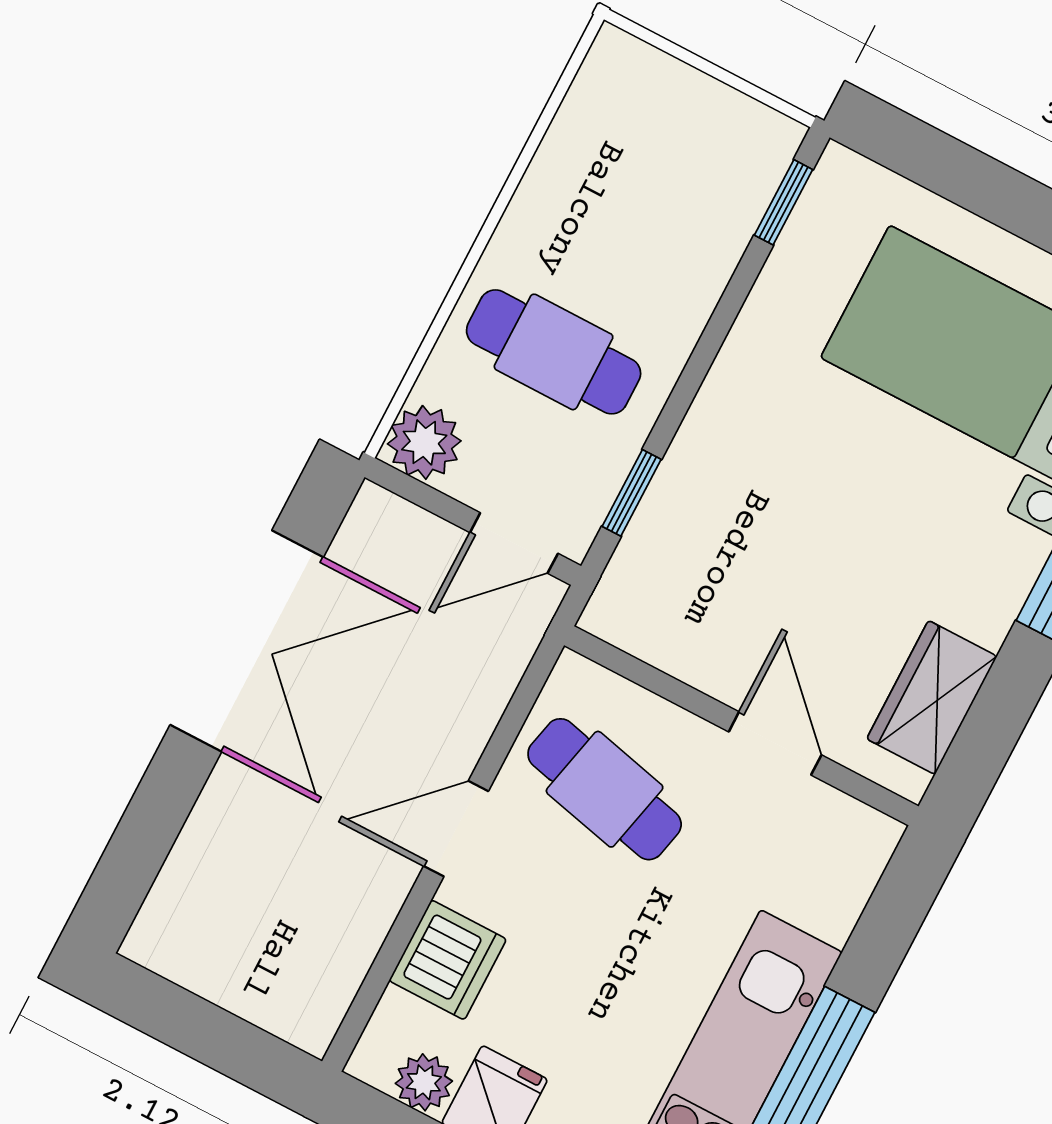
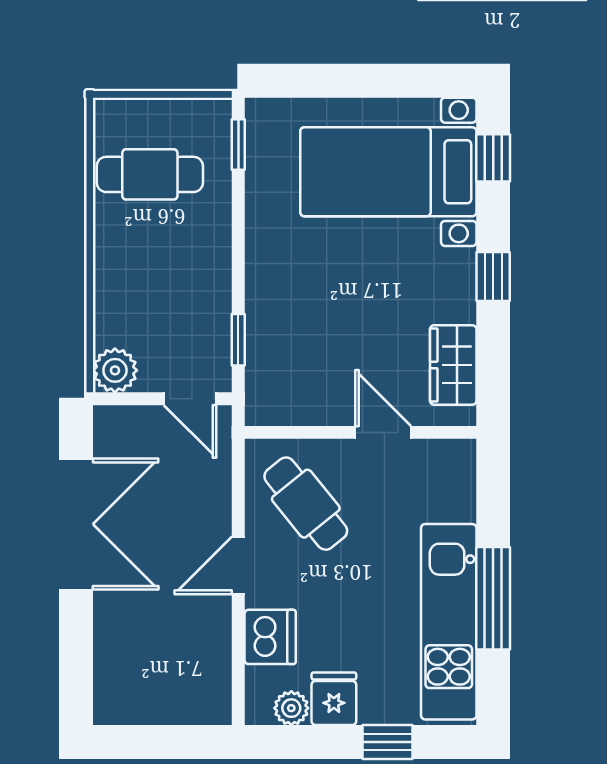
cafe table: (554, 352) -> (150, 174), moved
door: (514, 543) -> (190, 399), hinge flipped
cafe table: (605, 789) -> (306, 504), turned 38

